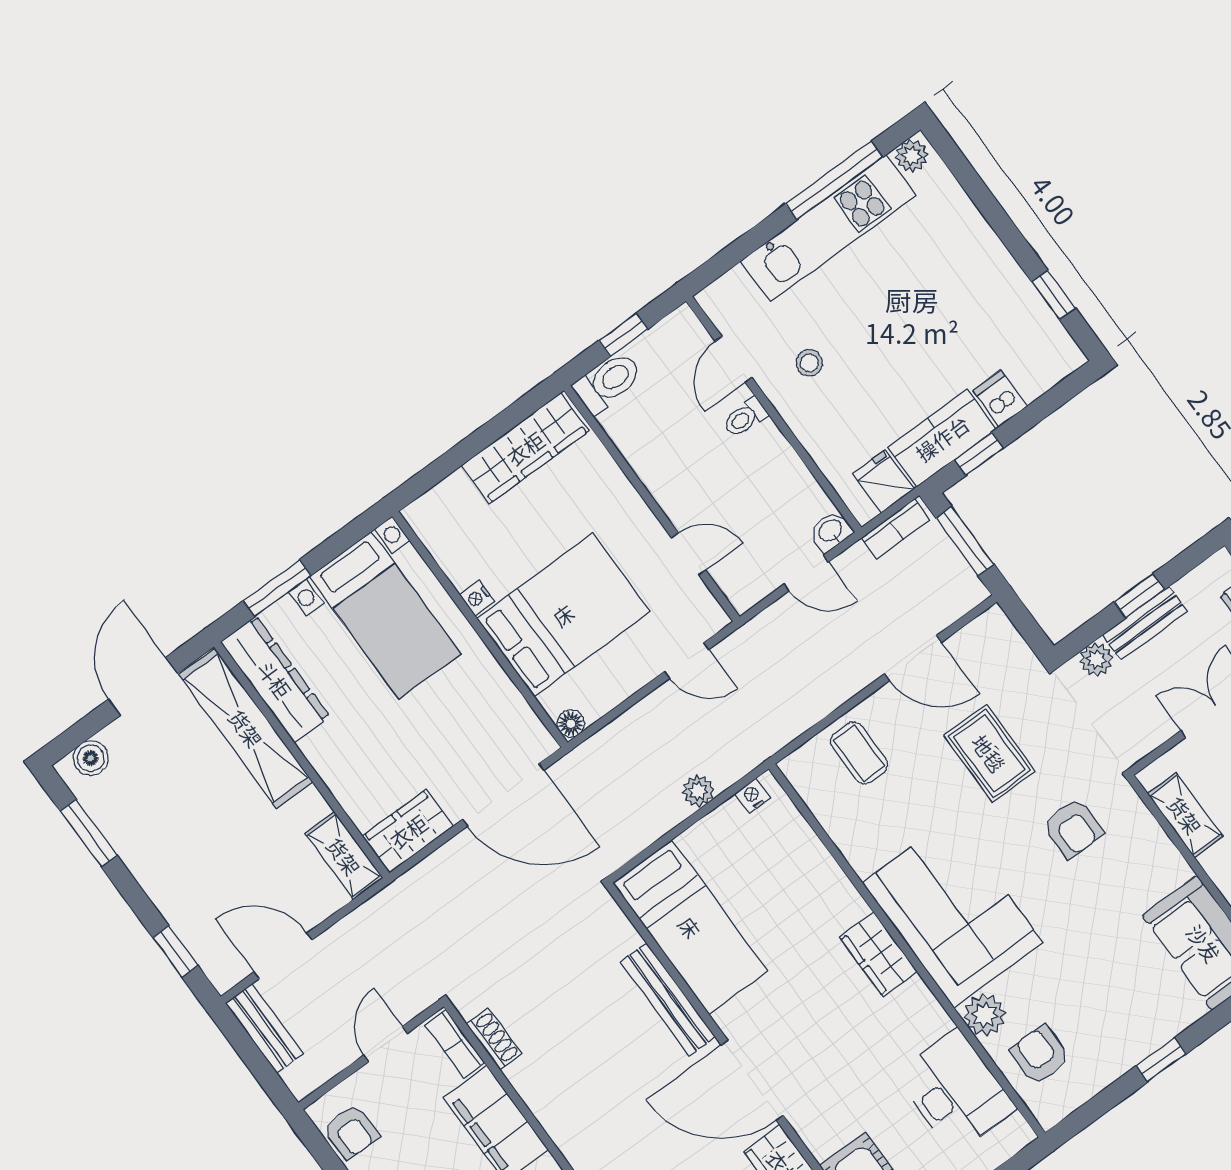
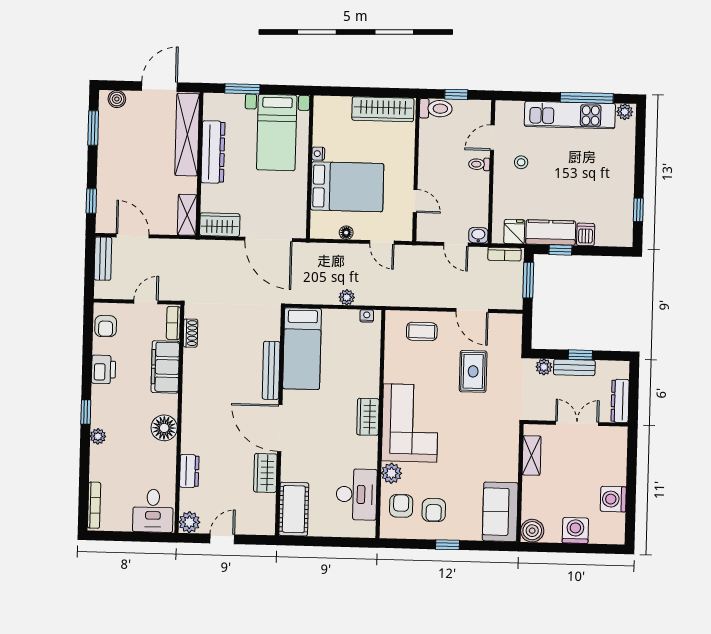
dresser: (275, 679) -> (213, 152), moved
floor lamp: (571, 724) -> (346, 233), moved
coffee table: (859, 753) -> (422, 331), turned 90
armchair: (1073, 828) -> (434, 510), moved

